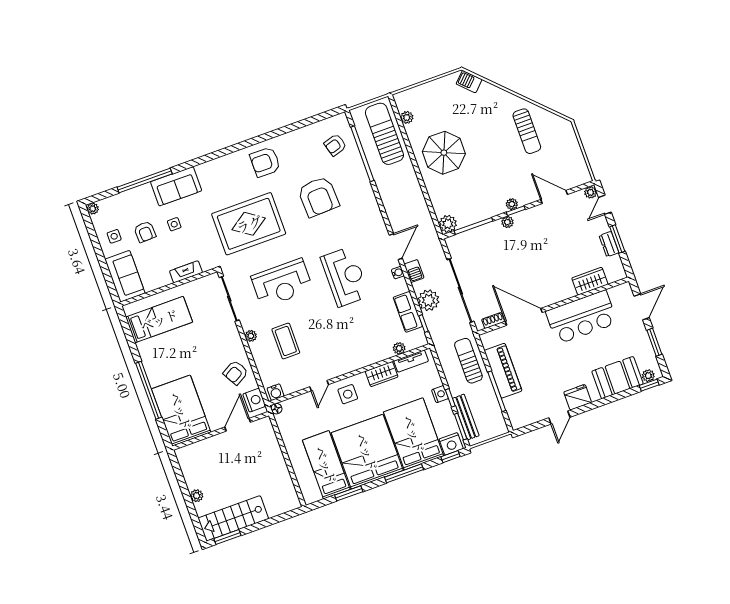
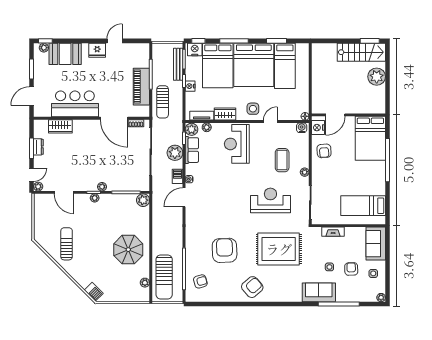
armchair: (265, 162) -> (252, 287), turned -41
reception desk: (345, 277) -> (237, 144), moved
plant: (418, 339) -> (192, 129), added
armchair: (236, 373) -> (324, 151), turned 116
plant: (197, 496) -> (377, 77), width x1.88, depth x1.88

